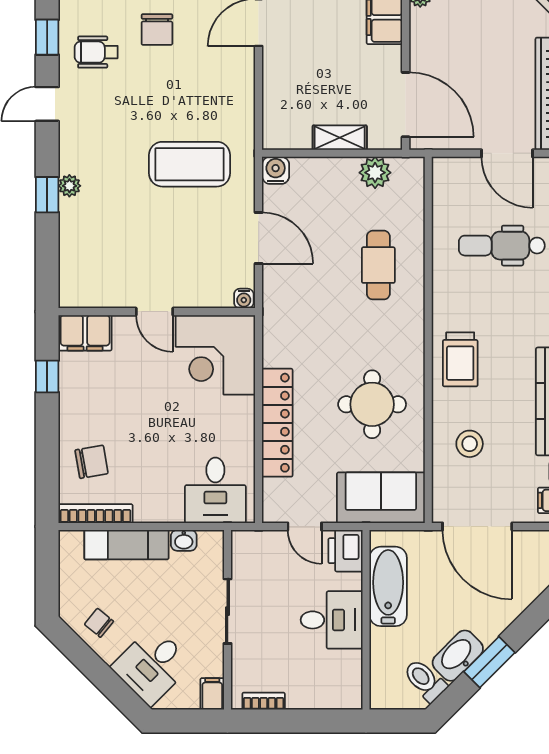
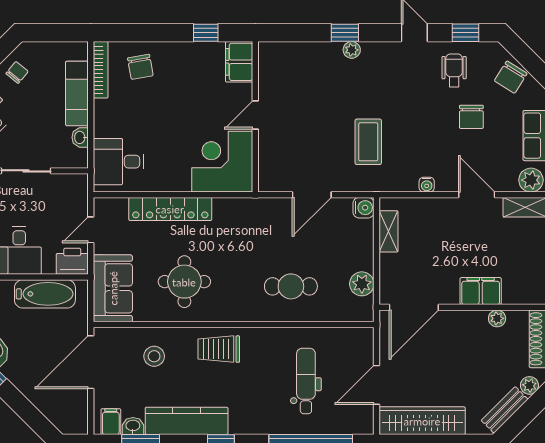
chair: (157, 29) -> (471, 117), turned -90
shelving: (340, 138) -> (389, 231), moved
coffee table: (190, 164) -> (368, 142), width x0.73, depth x0.76
water cooler: (244, 298) -> (427, 185), moved, turned -90

